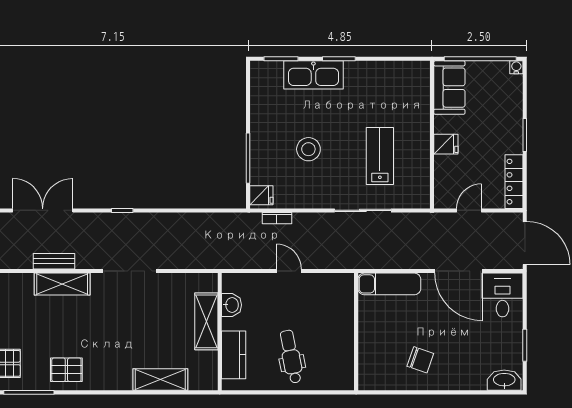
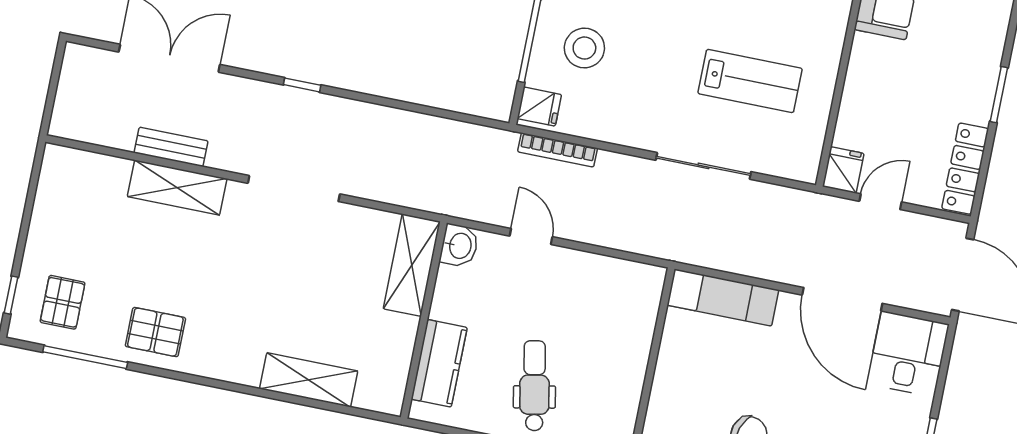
fridge: (446, 144) -> (843, 170), moved, turned -90
stool: (308, 149) -> (584, 48), moved
lab bench: (380, 156) -> (750, 81), turned 90
bookcase: (277, 218) -> (558, 150), width x1.56
door: (289, 271) -> (531, 236), moved
washbasin: (231, 305) -> (459, 246), moved
shelving: (206, 321) -> (412, 265), moved

